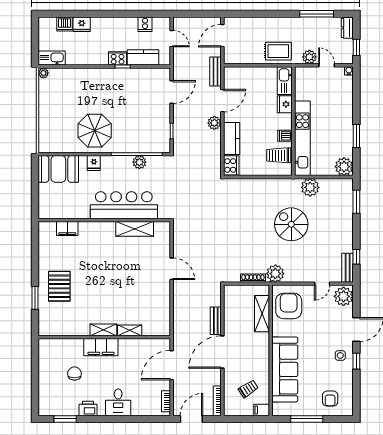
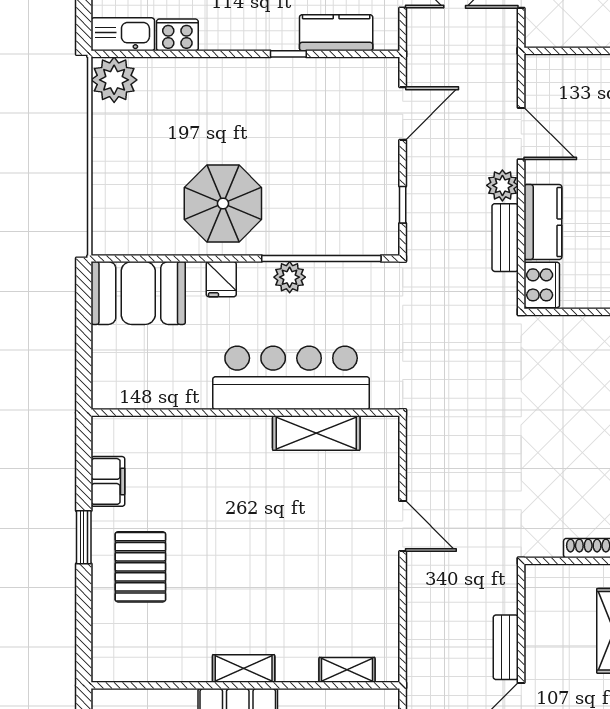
cooker: (118, 58) -> (177, 35), moved
bench: (216, 71) -> (505, 238), moved
plant: (43, 73) -> (114, 80), width x1.87, depth x1.87
door: (222, 101) -> (521, 134), hinge flipped
plant: (139, 162) -> (290, 277), moved
filing cabinet: (67, 229) -> (108, 481), moved, turned -90
window: (35, 298) -> (84, 537), moved
shelving: (130, 330) -> (347, 670), moved

